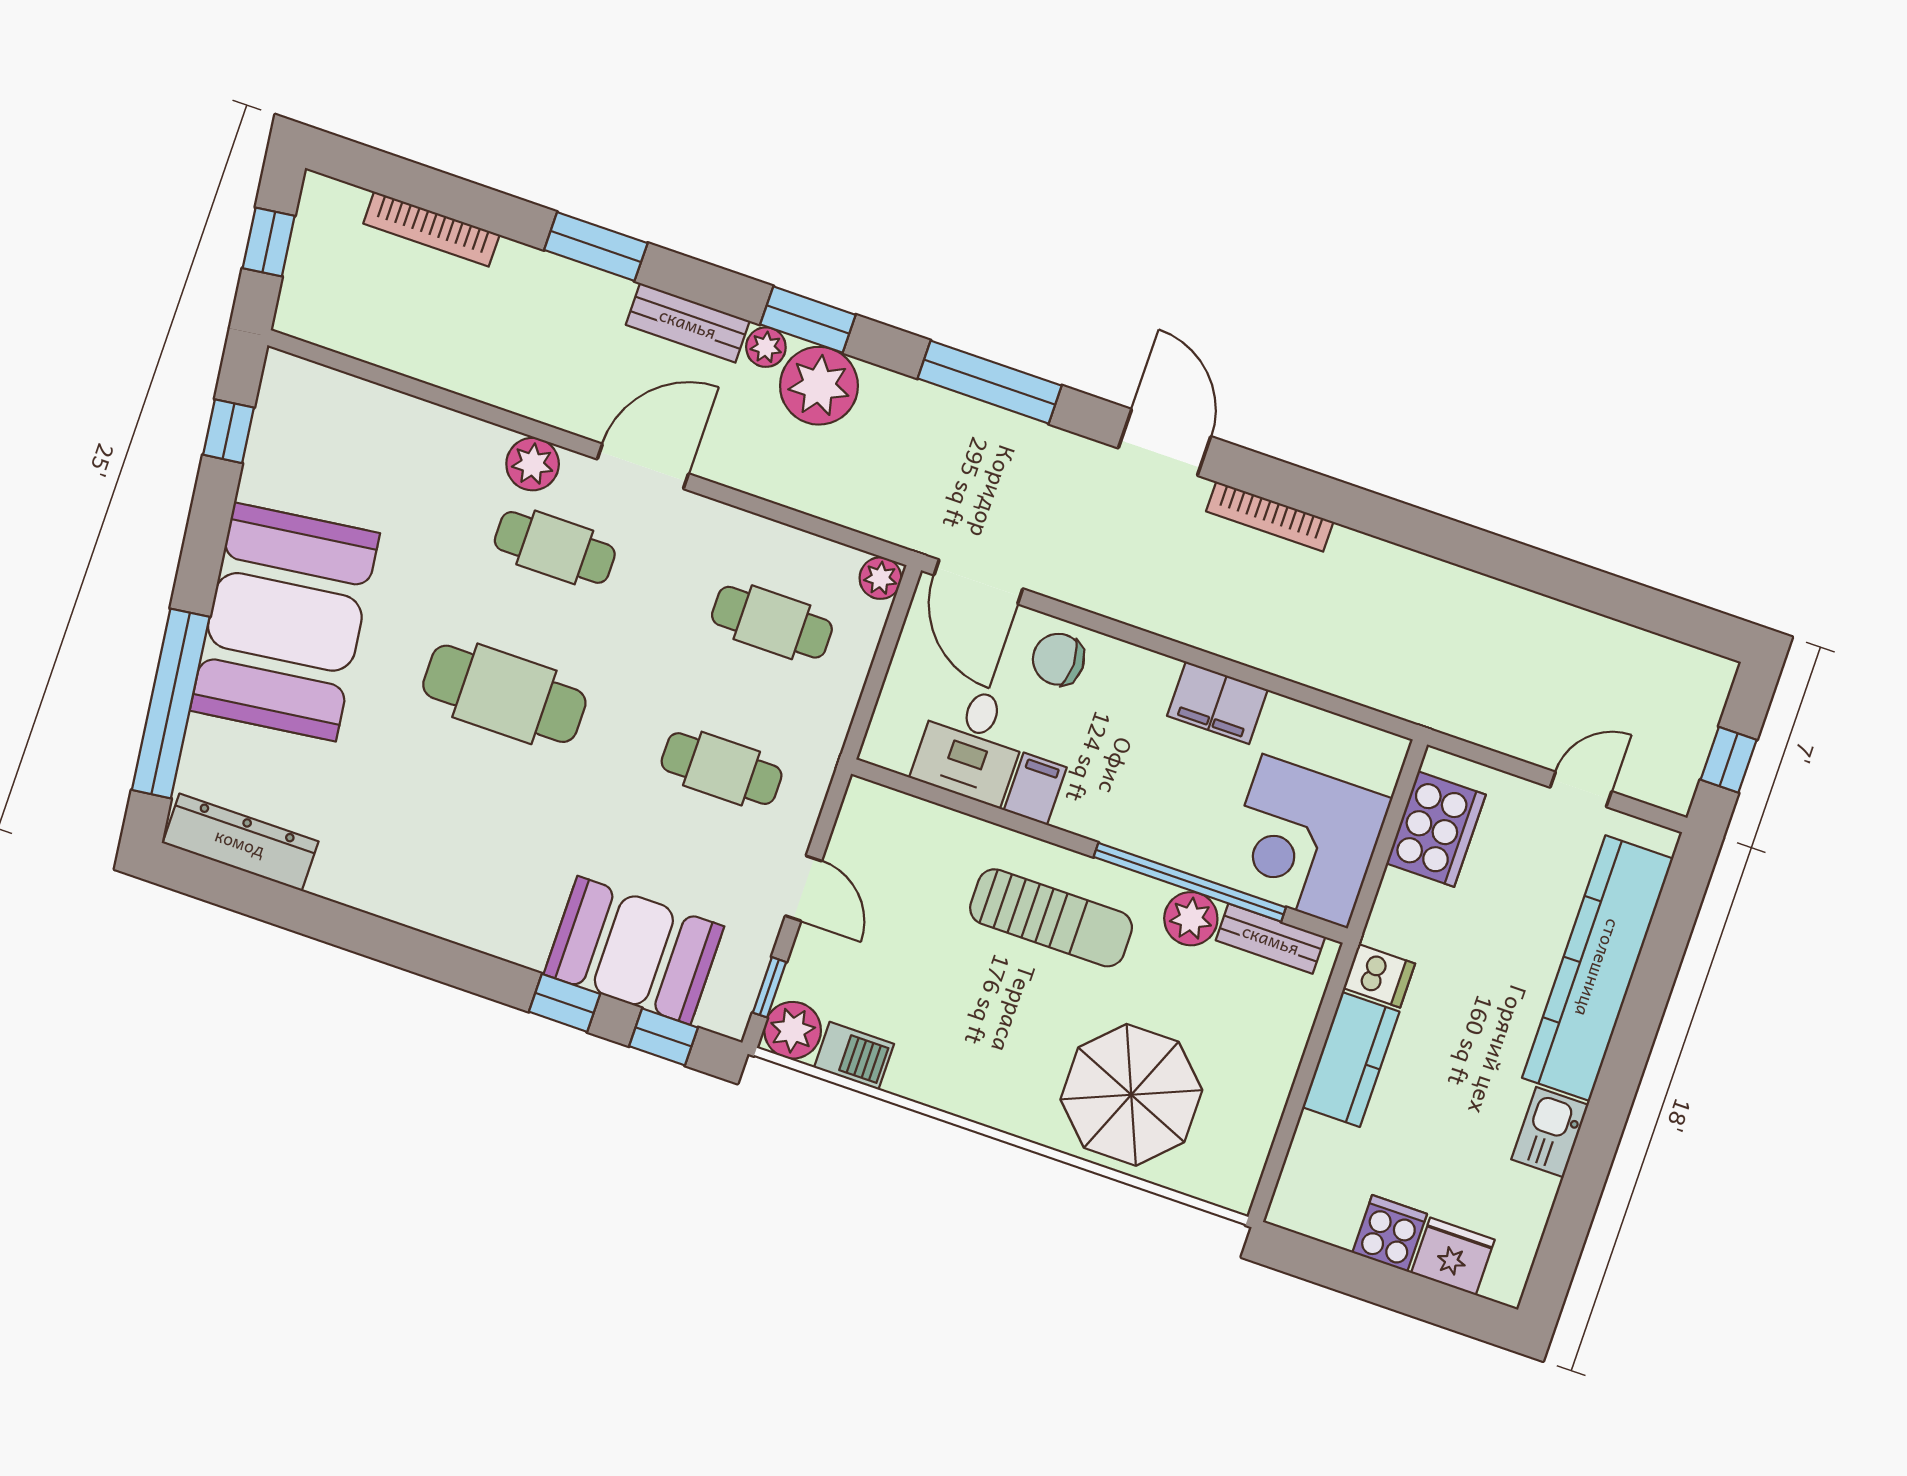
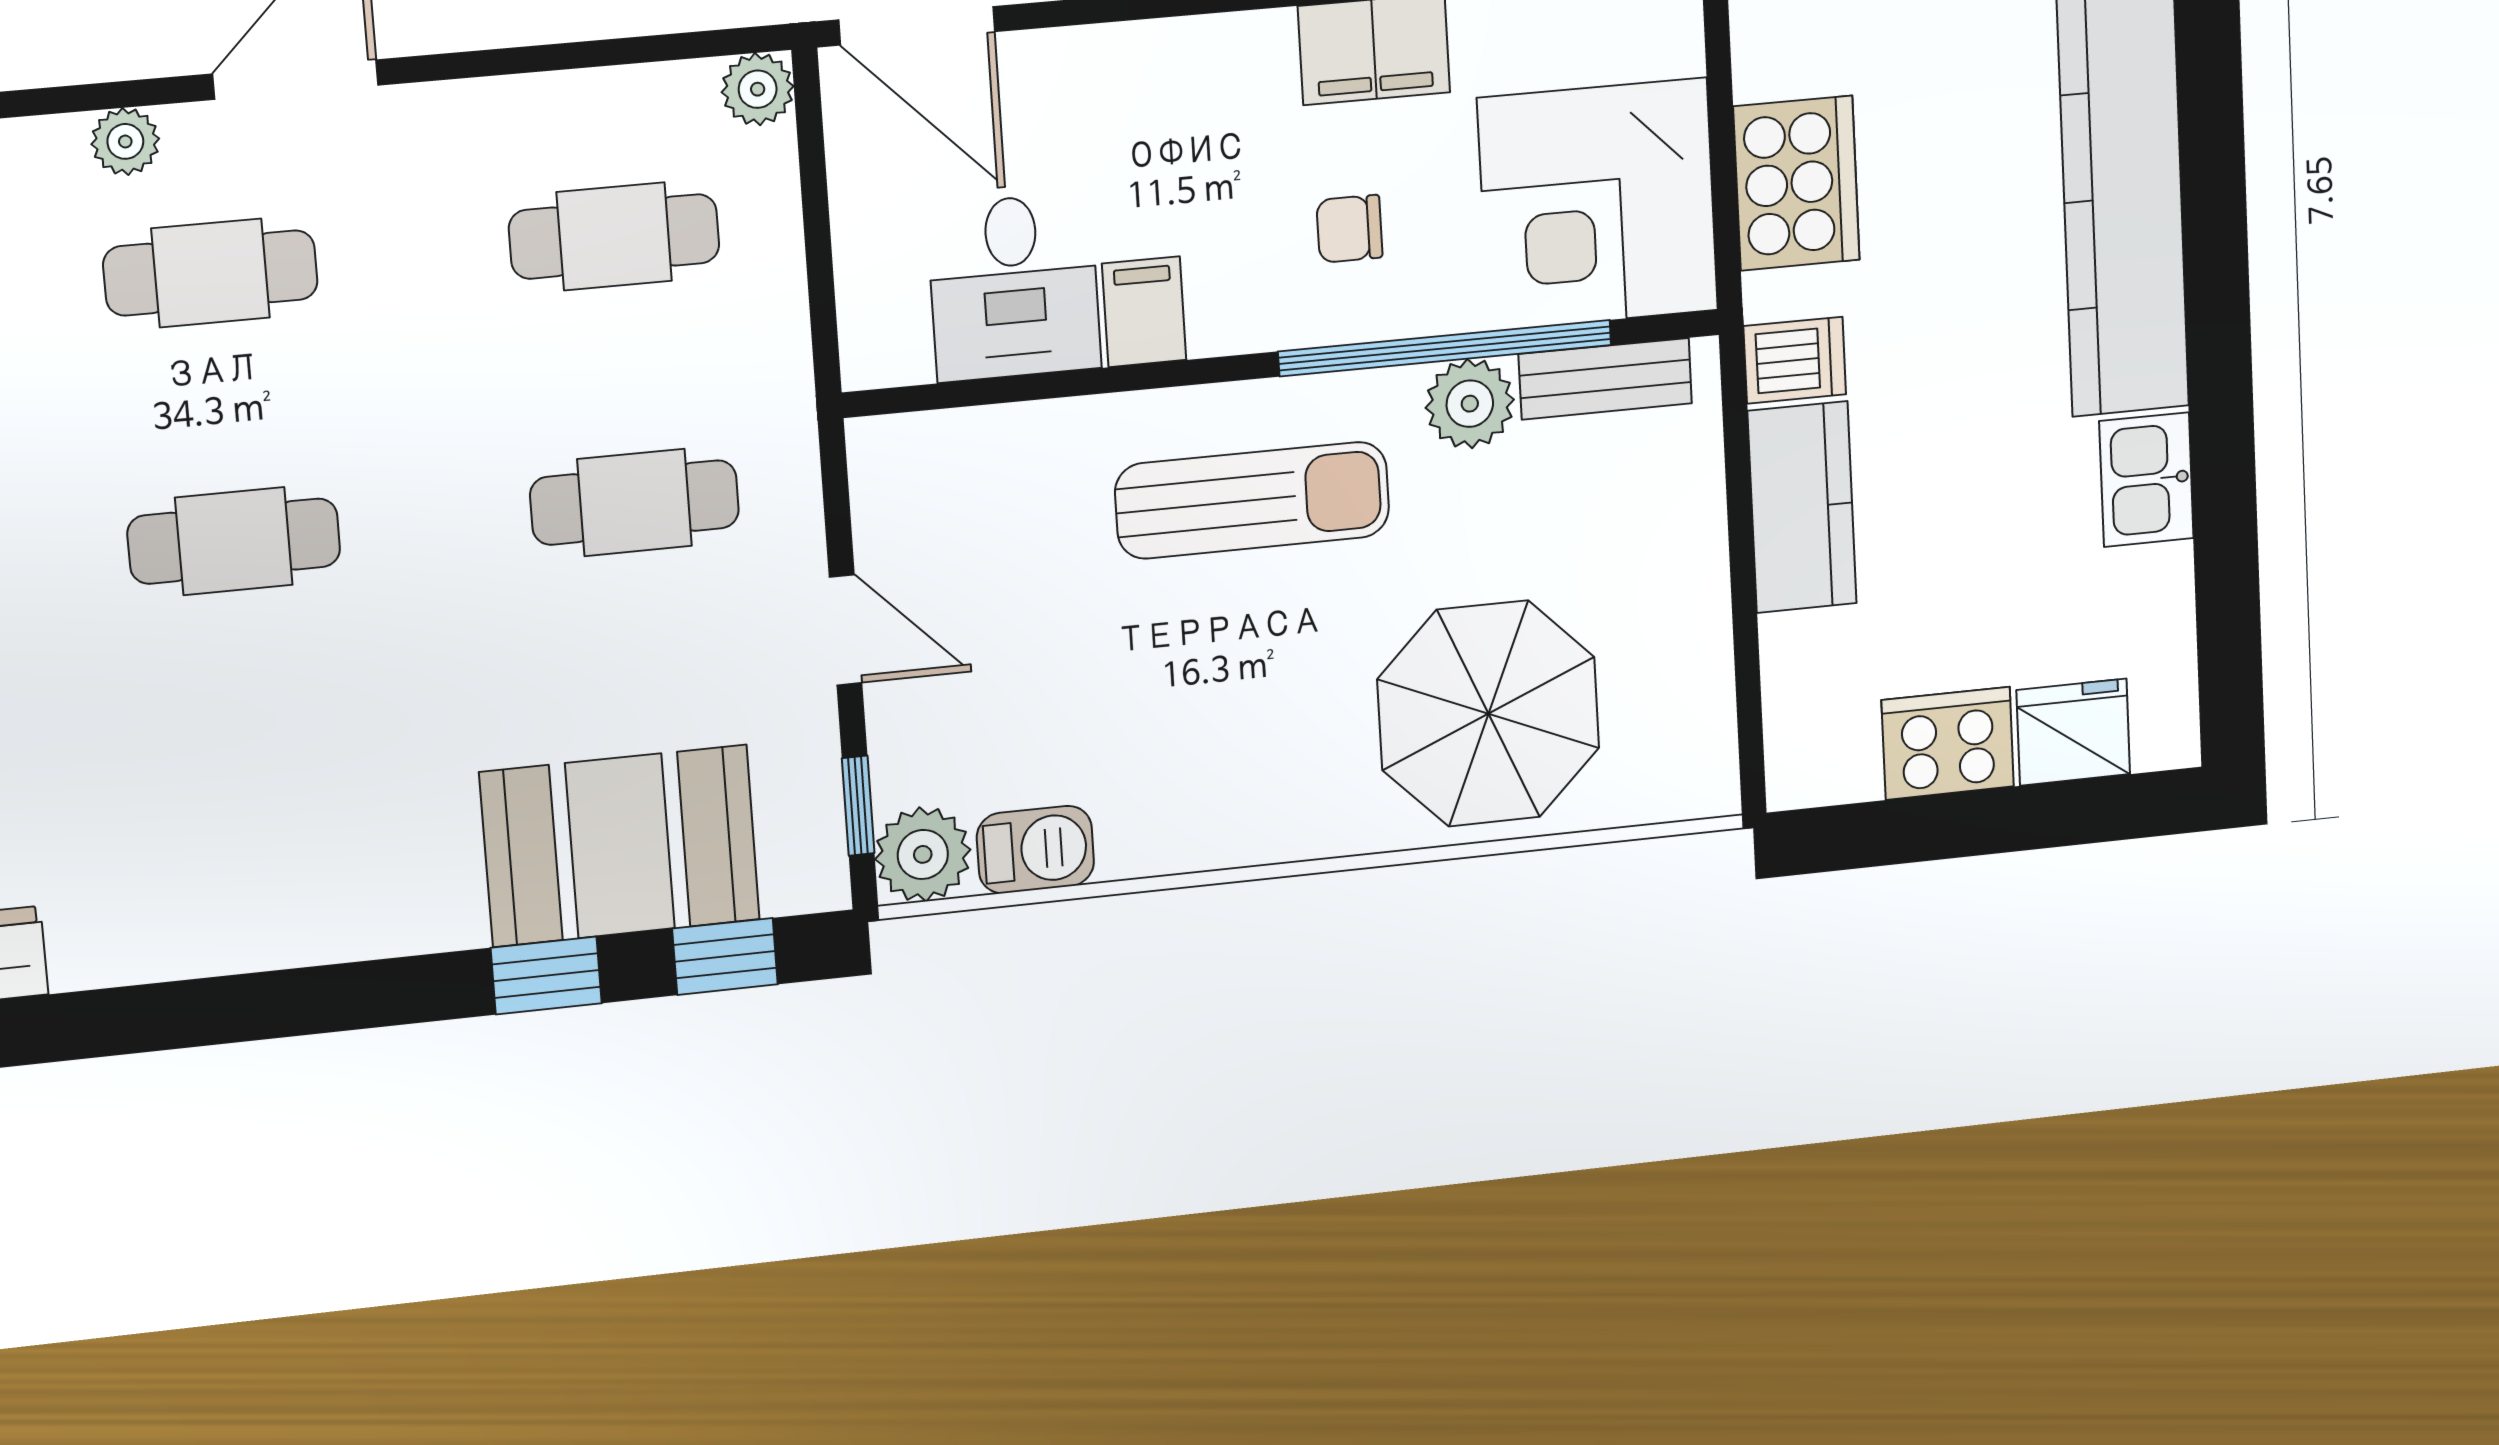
plant: (533, 464) -> (125, 141), width x0.73, depth x0.73
chair: (1058, 659) -> (1349, 229), moved, width x0.73, depth x0.73
cafe table: (504, 694) -> (234, 541), width x0.73, depth x0.74
cooker: (1436, 829) -> (1796, 183), moved
cooker: (1390, 1233) -> (1948, 743), width x1.36

